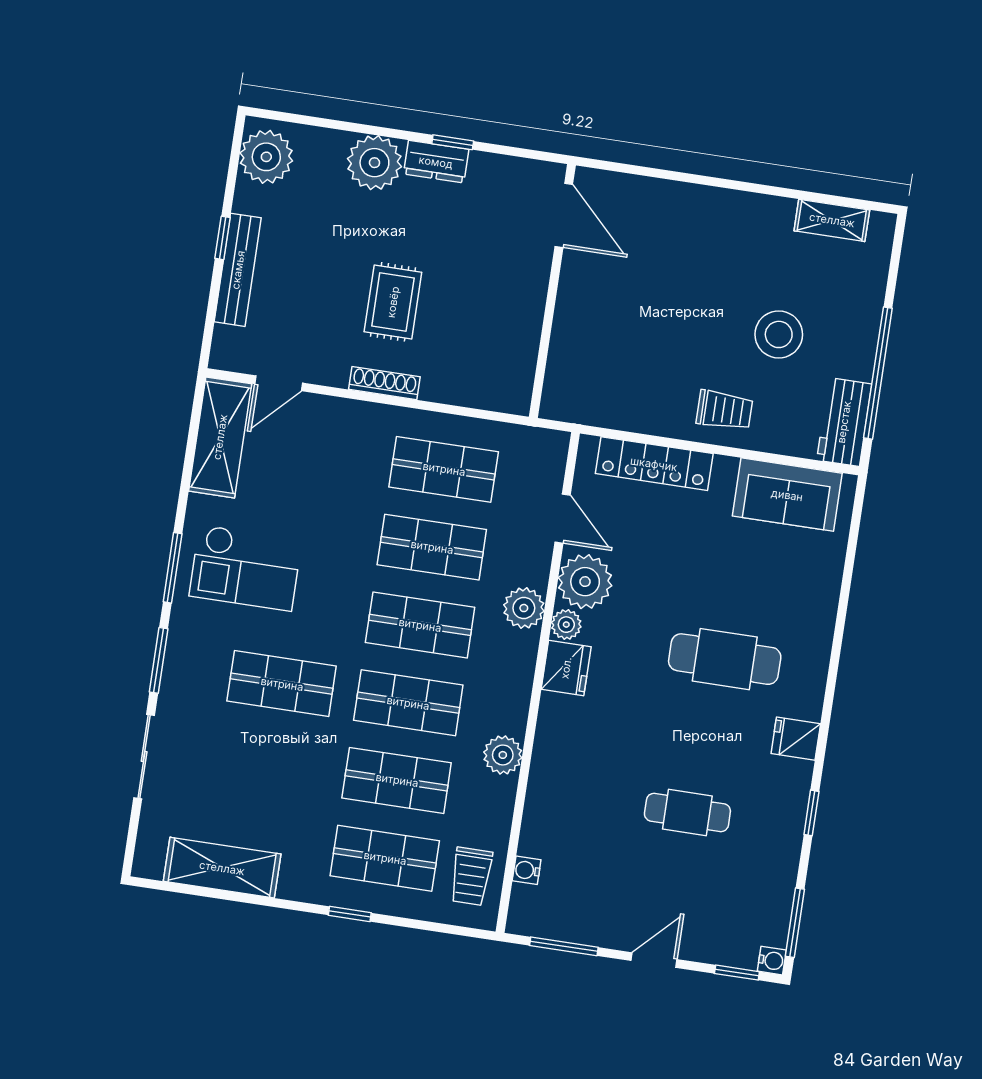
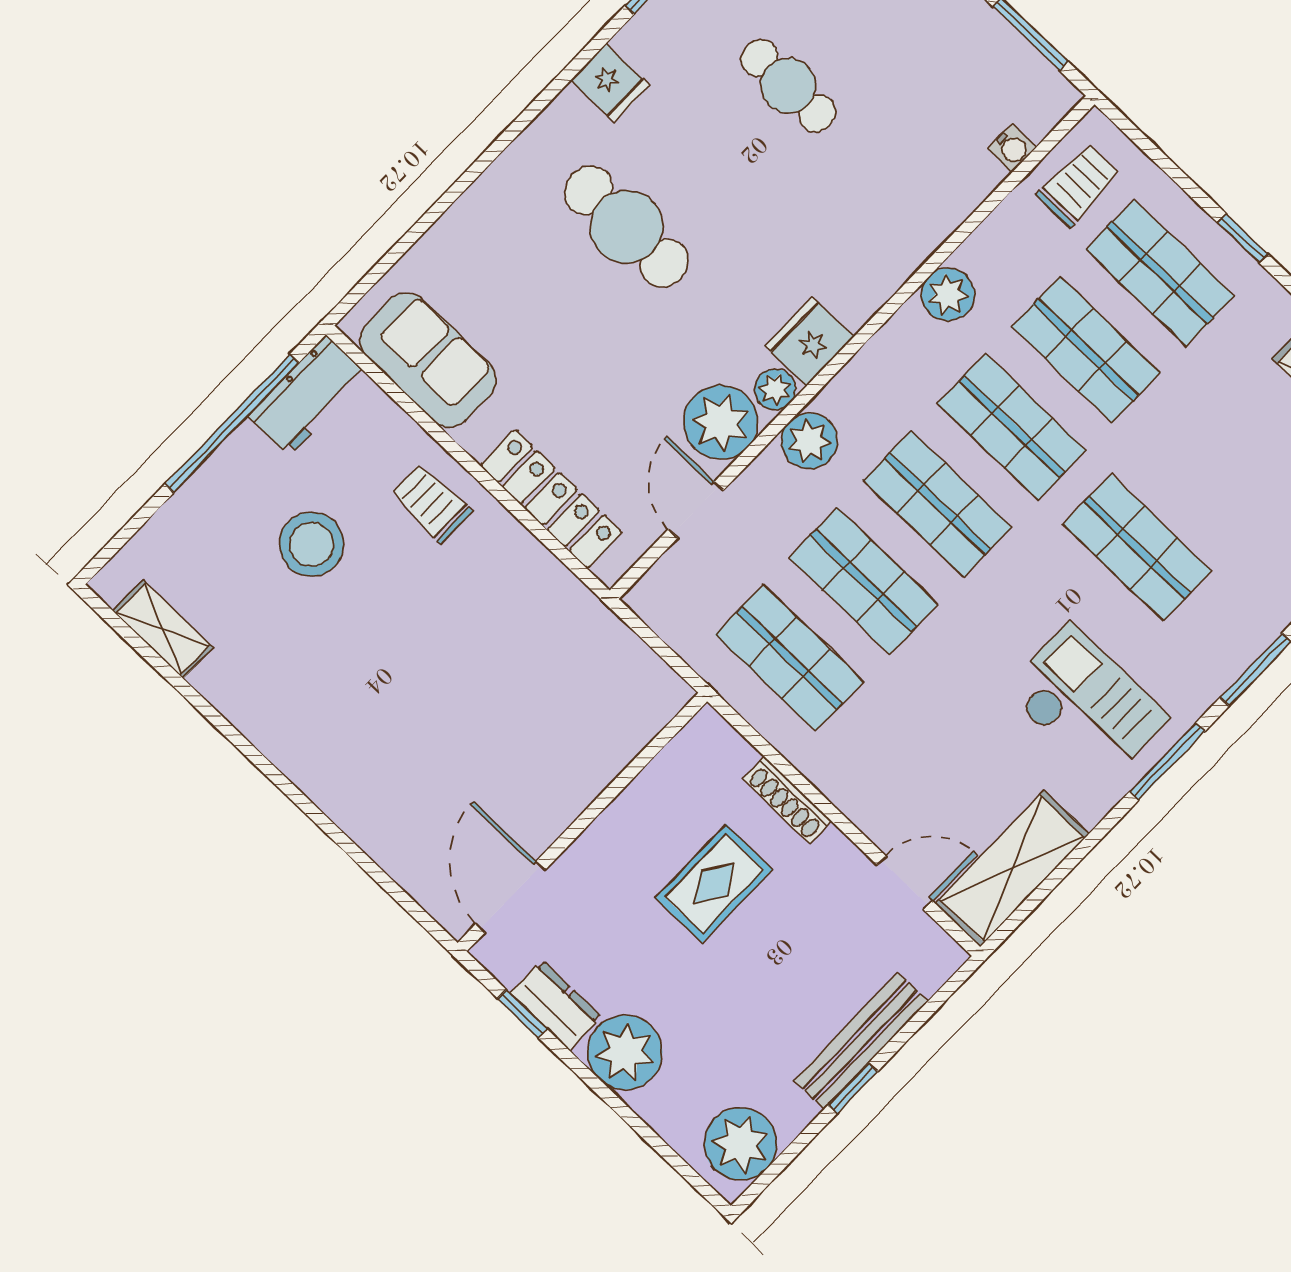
door: (564, 215) -> (510, 897), moved
wall: (552, 291) -> (582, 822), moved

